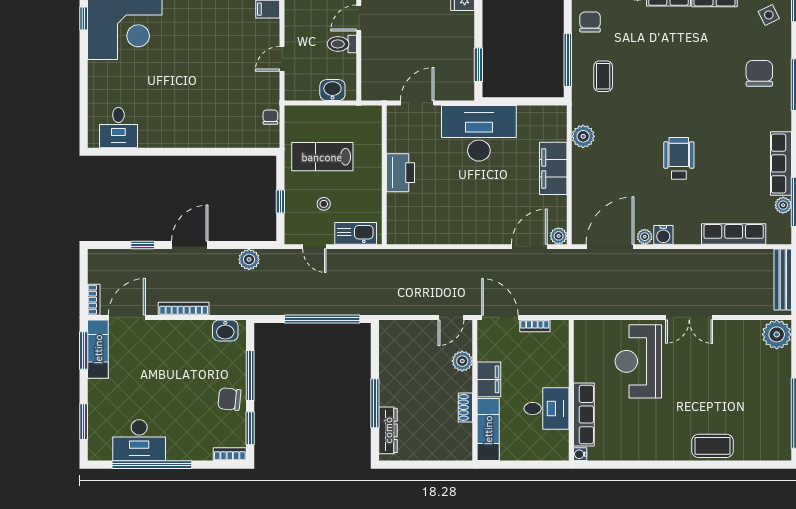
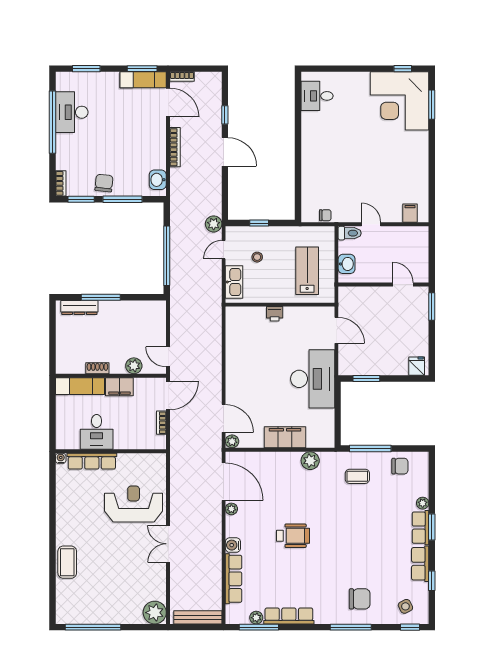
toilet: (342, 44) -> (350, 233), moved, turned 90
lab bench: (322, 157) -> (307, 271), moved
printer: (400, 173) -> (275, 314), width x0.53, depth x0.68
water cooler: (663, 235) -> (233, 545), moved
plant: (249, 259) -> (214, 224), moved

